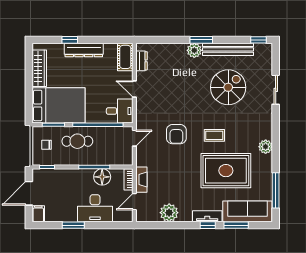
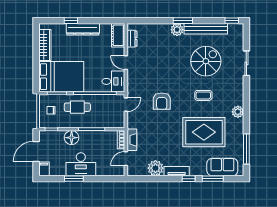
coffee table: (214, 135) -> (203, 95), moved
floor lamp: (102, 177) -> (72, 138), moved
desk: (95, 208) -> (81, 164), moved
sofa: (247, 211) -> (222, 167), width x0.73
tv unit: (207, 216) -> (177, 171), moved

